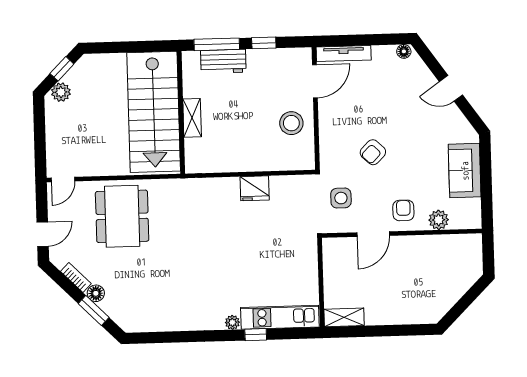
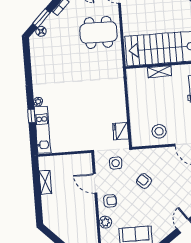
fridge: (255, 188) -> (121, 131), moved
floor lamp: (96, 293) -> (41, 31), moved
shelving: (344, 317) -> (45, 182), moved

